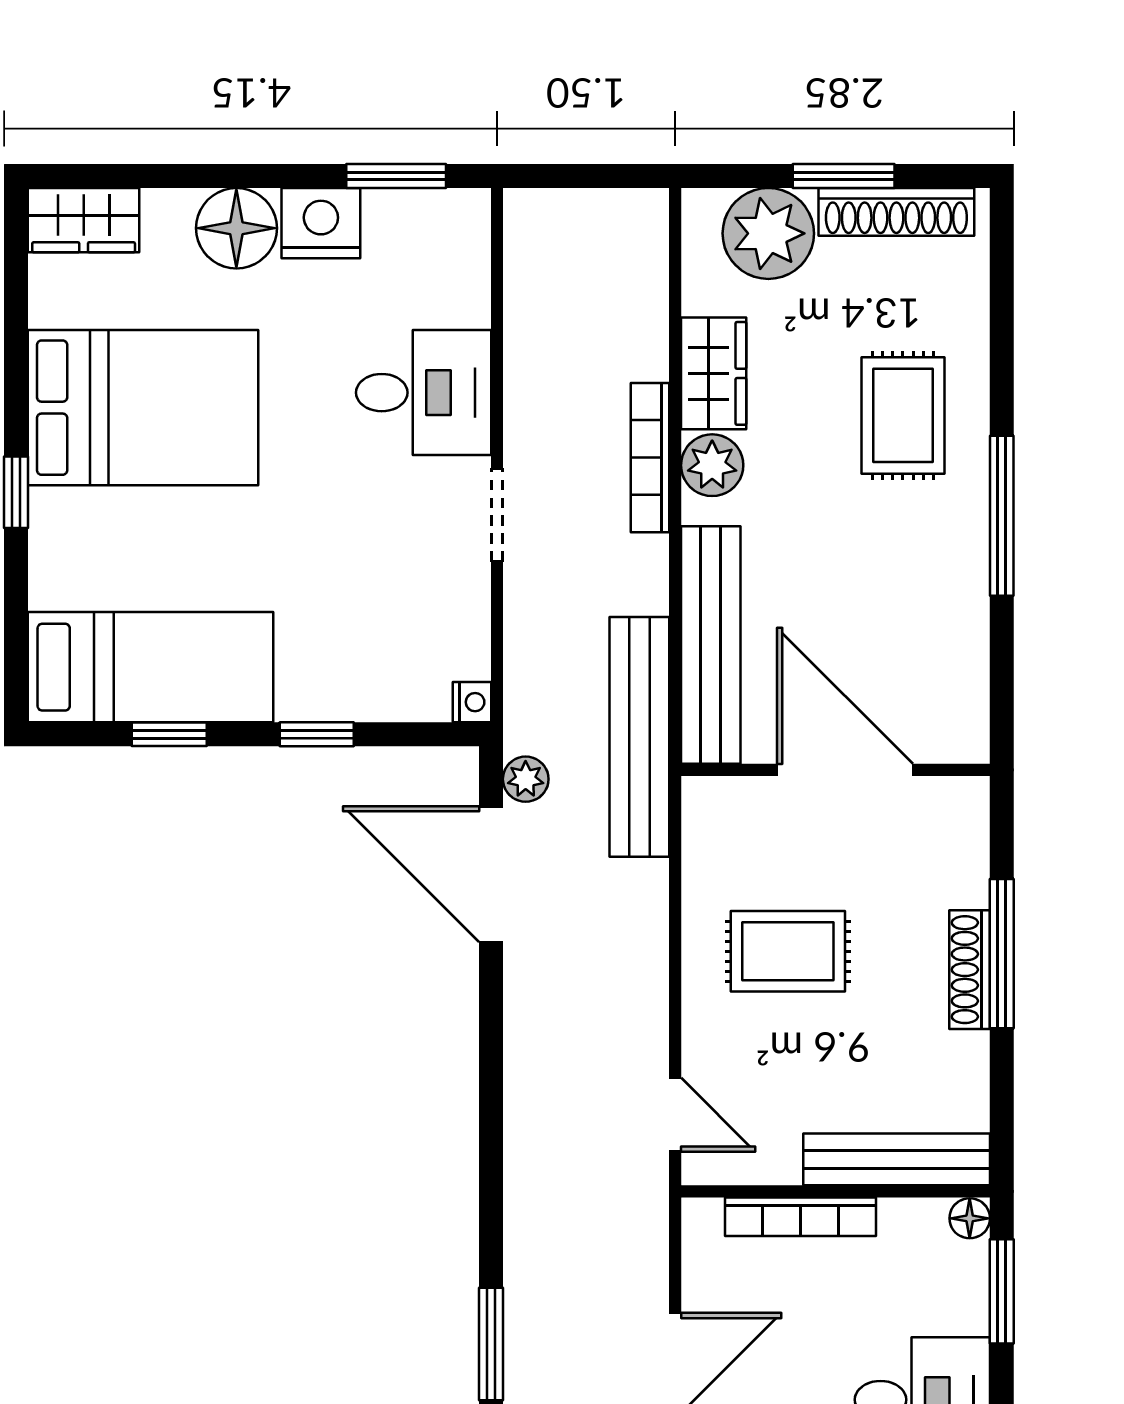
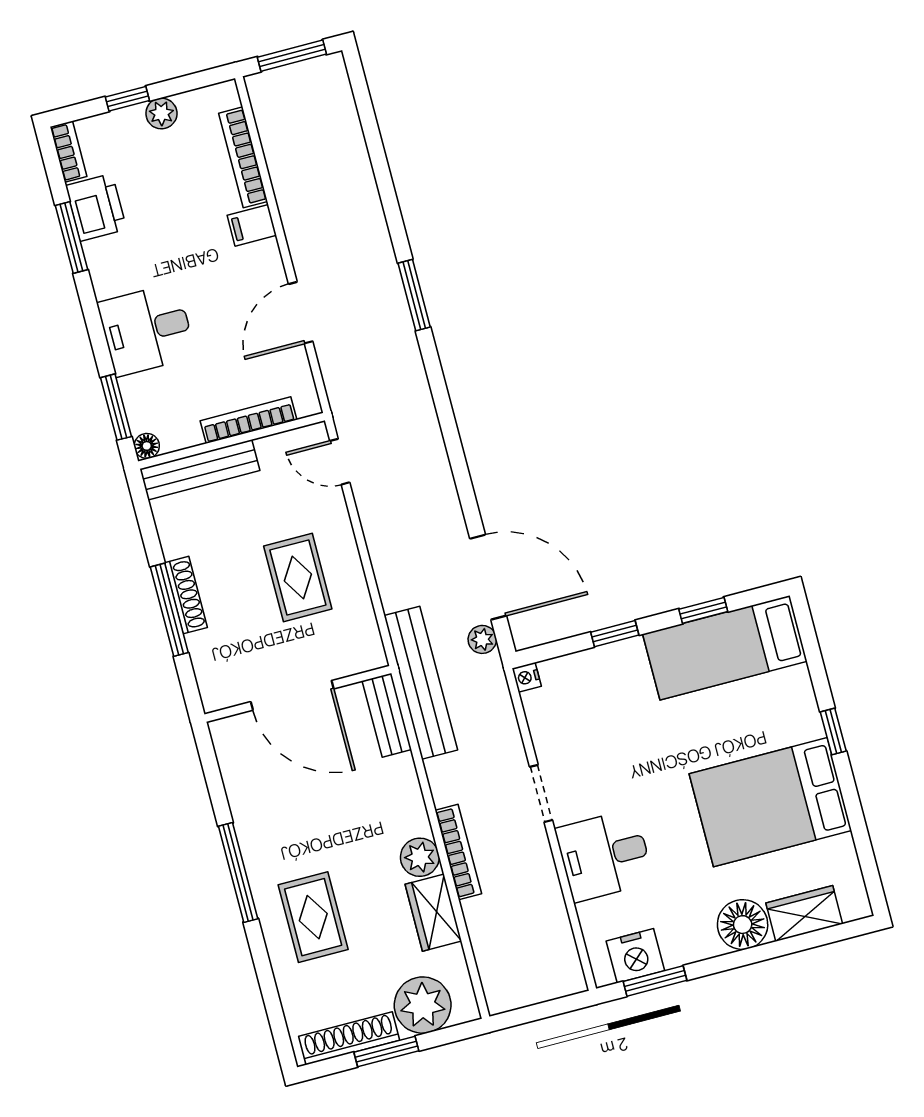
wardrobe: (84, 220) -> (804, 914), moved
nightstand: (321, 223) -> (635, 956), moved
bench: (711, 645) -> (387, 715), width x0.54, depth x0.82
rug: (788, 951) -> (298, 578), turned 90

